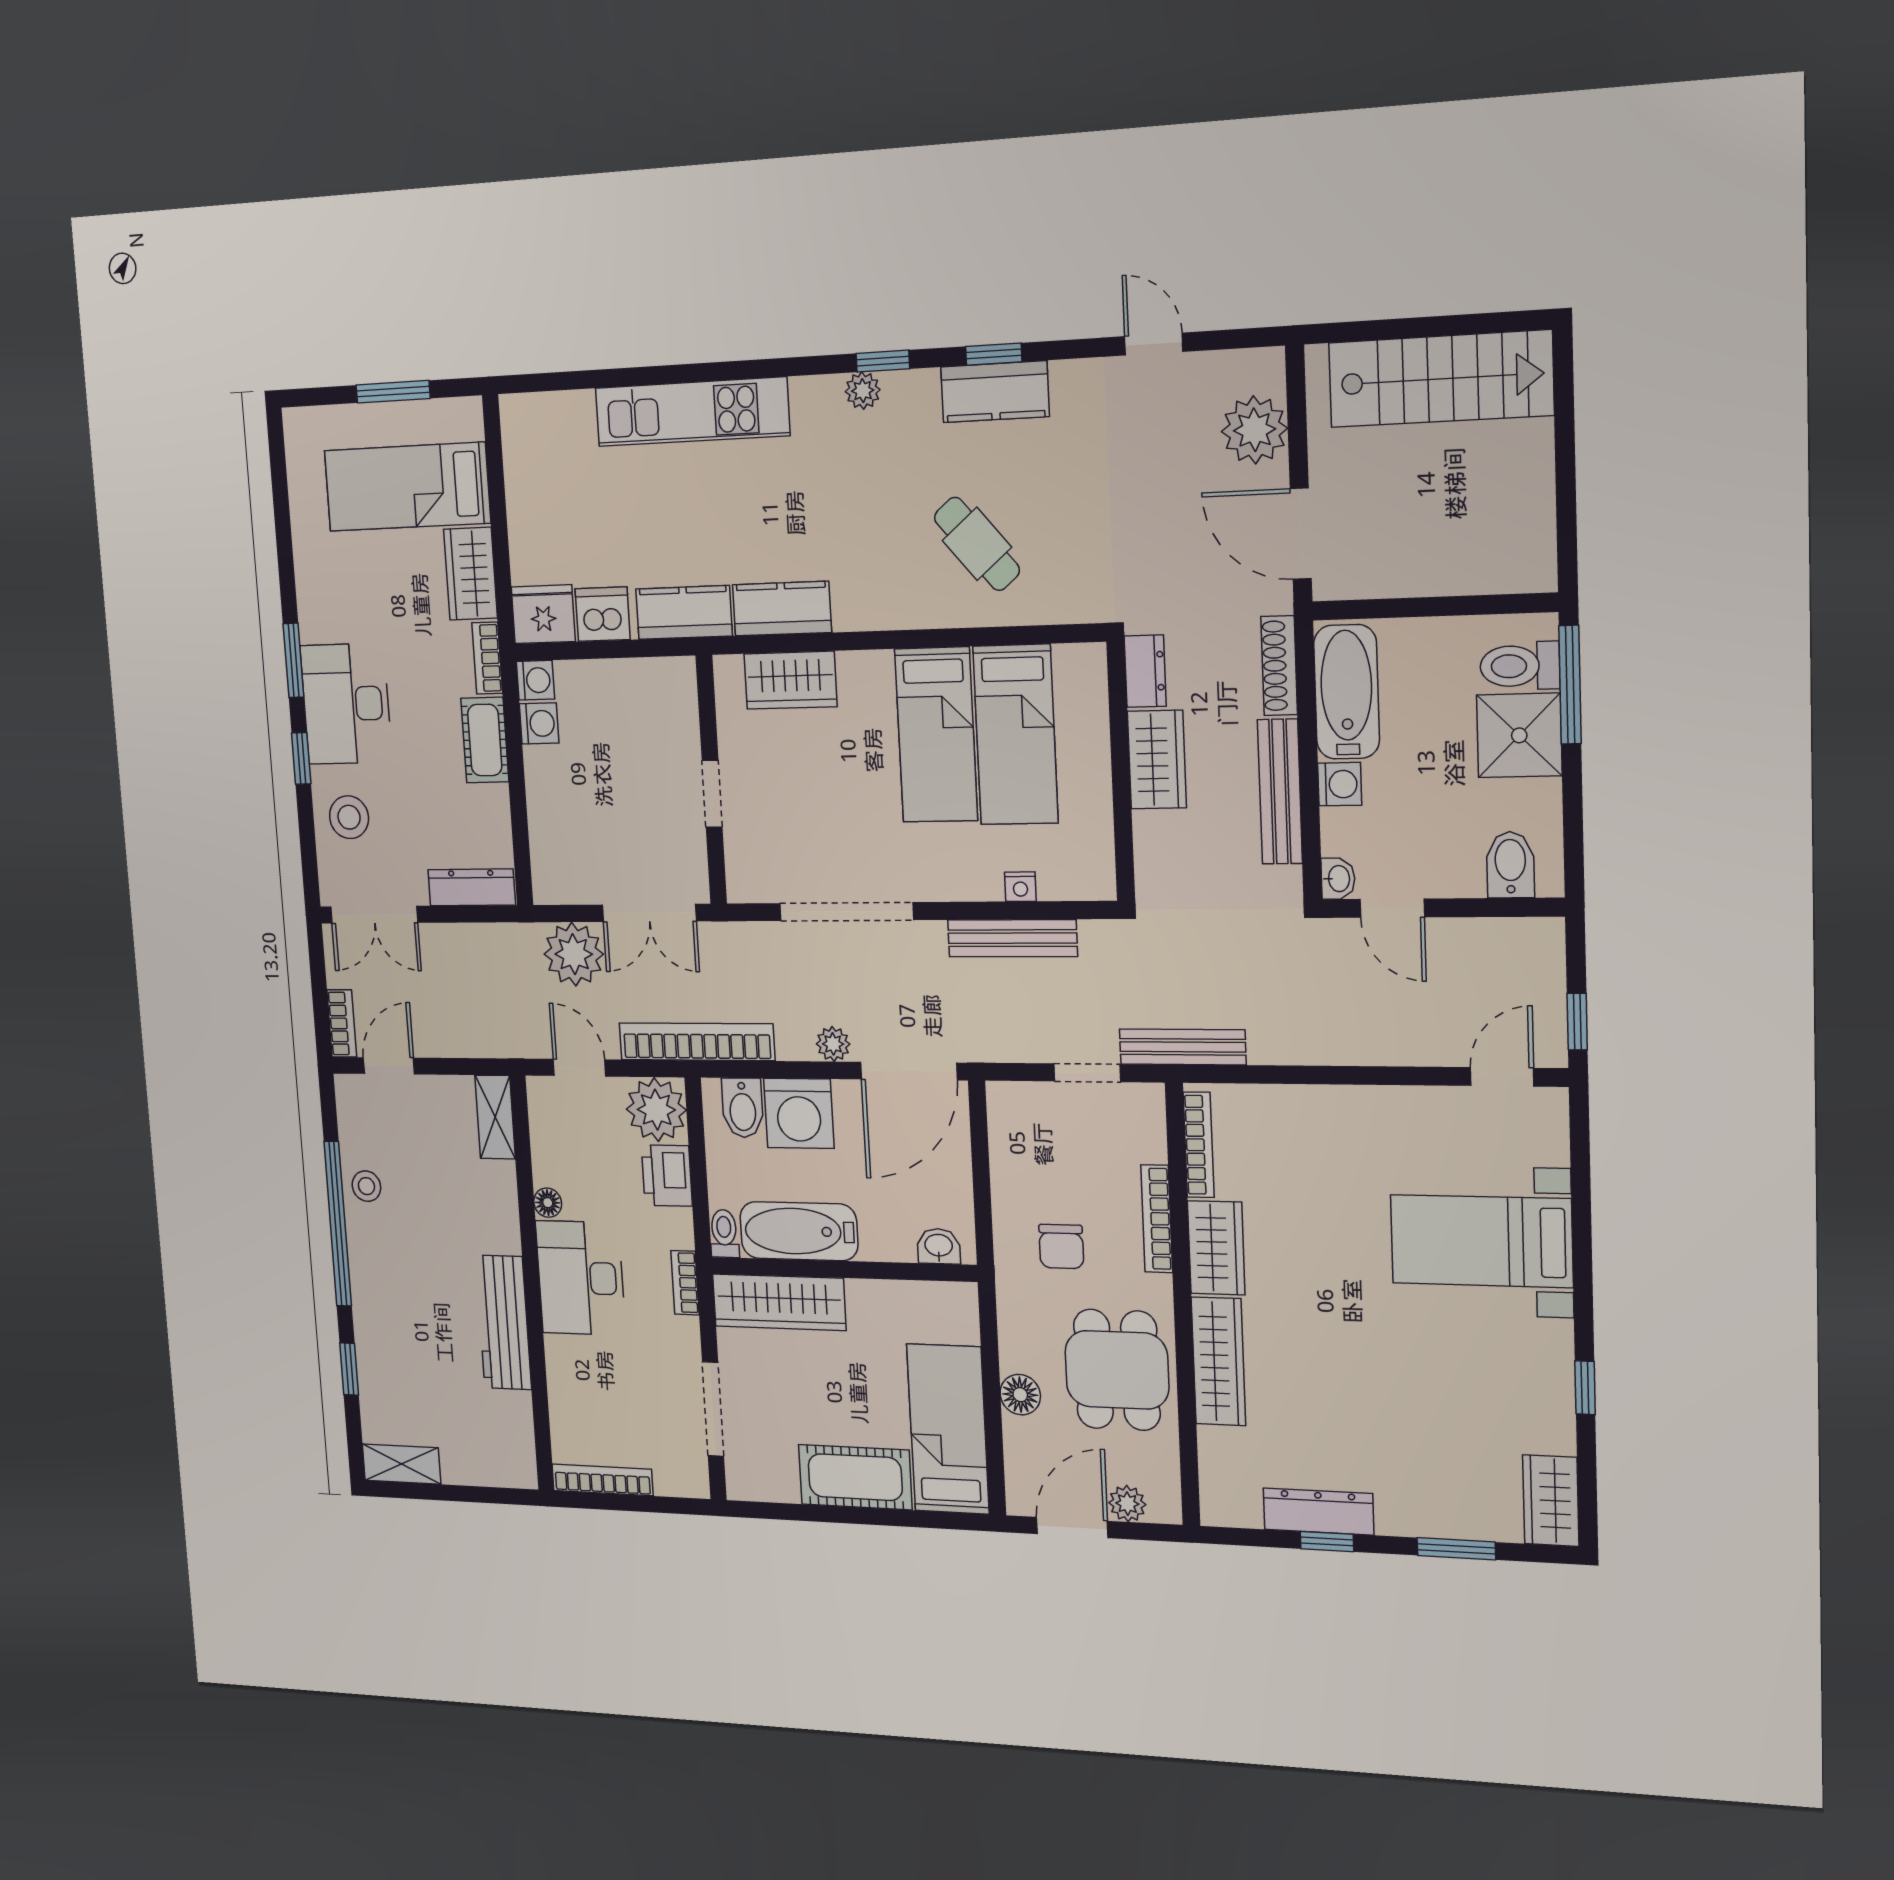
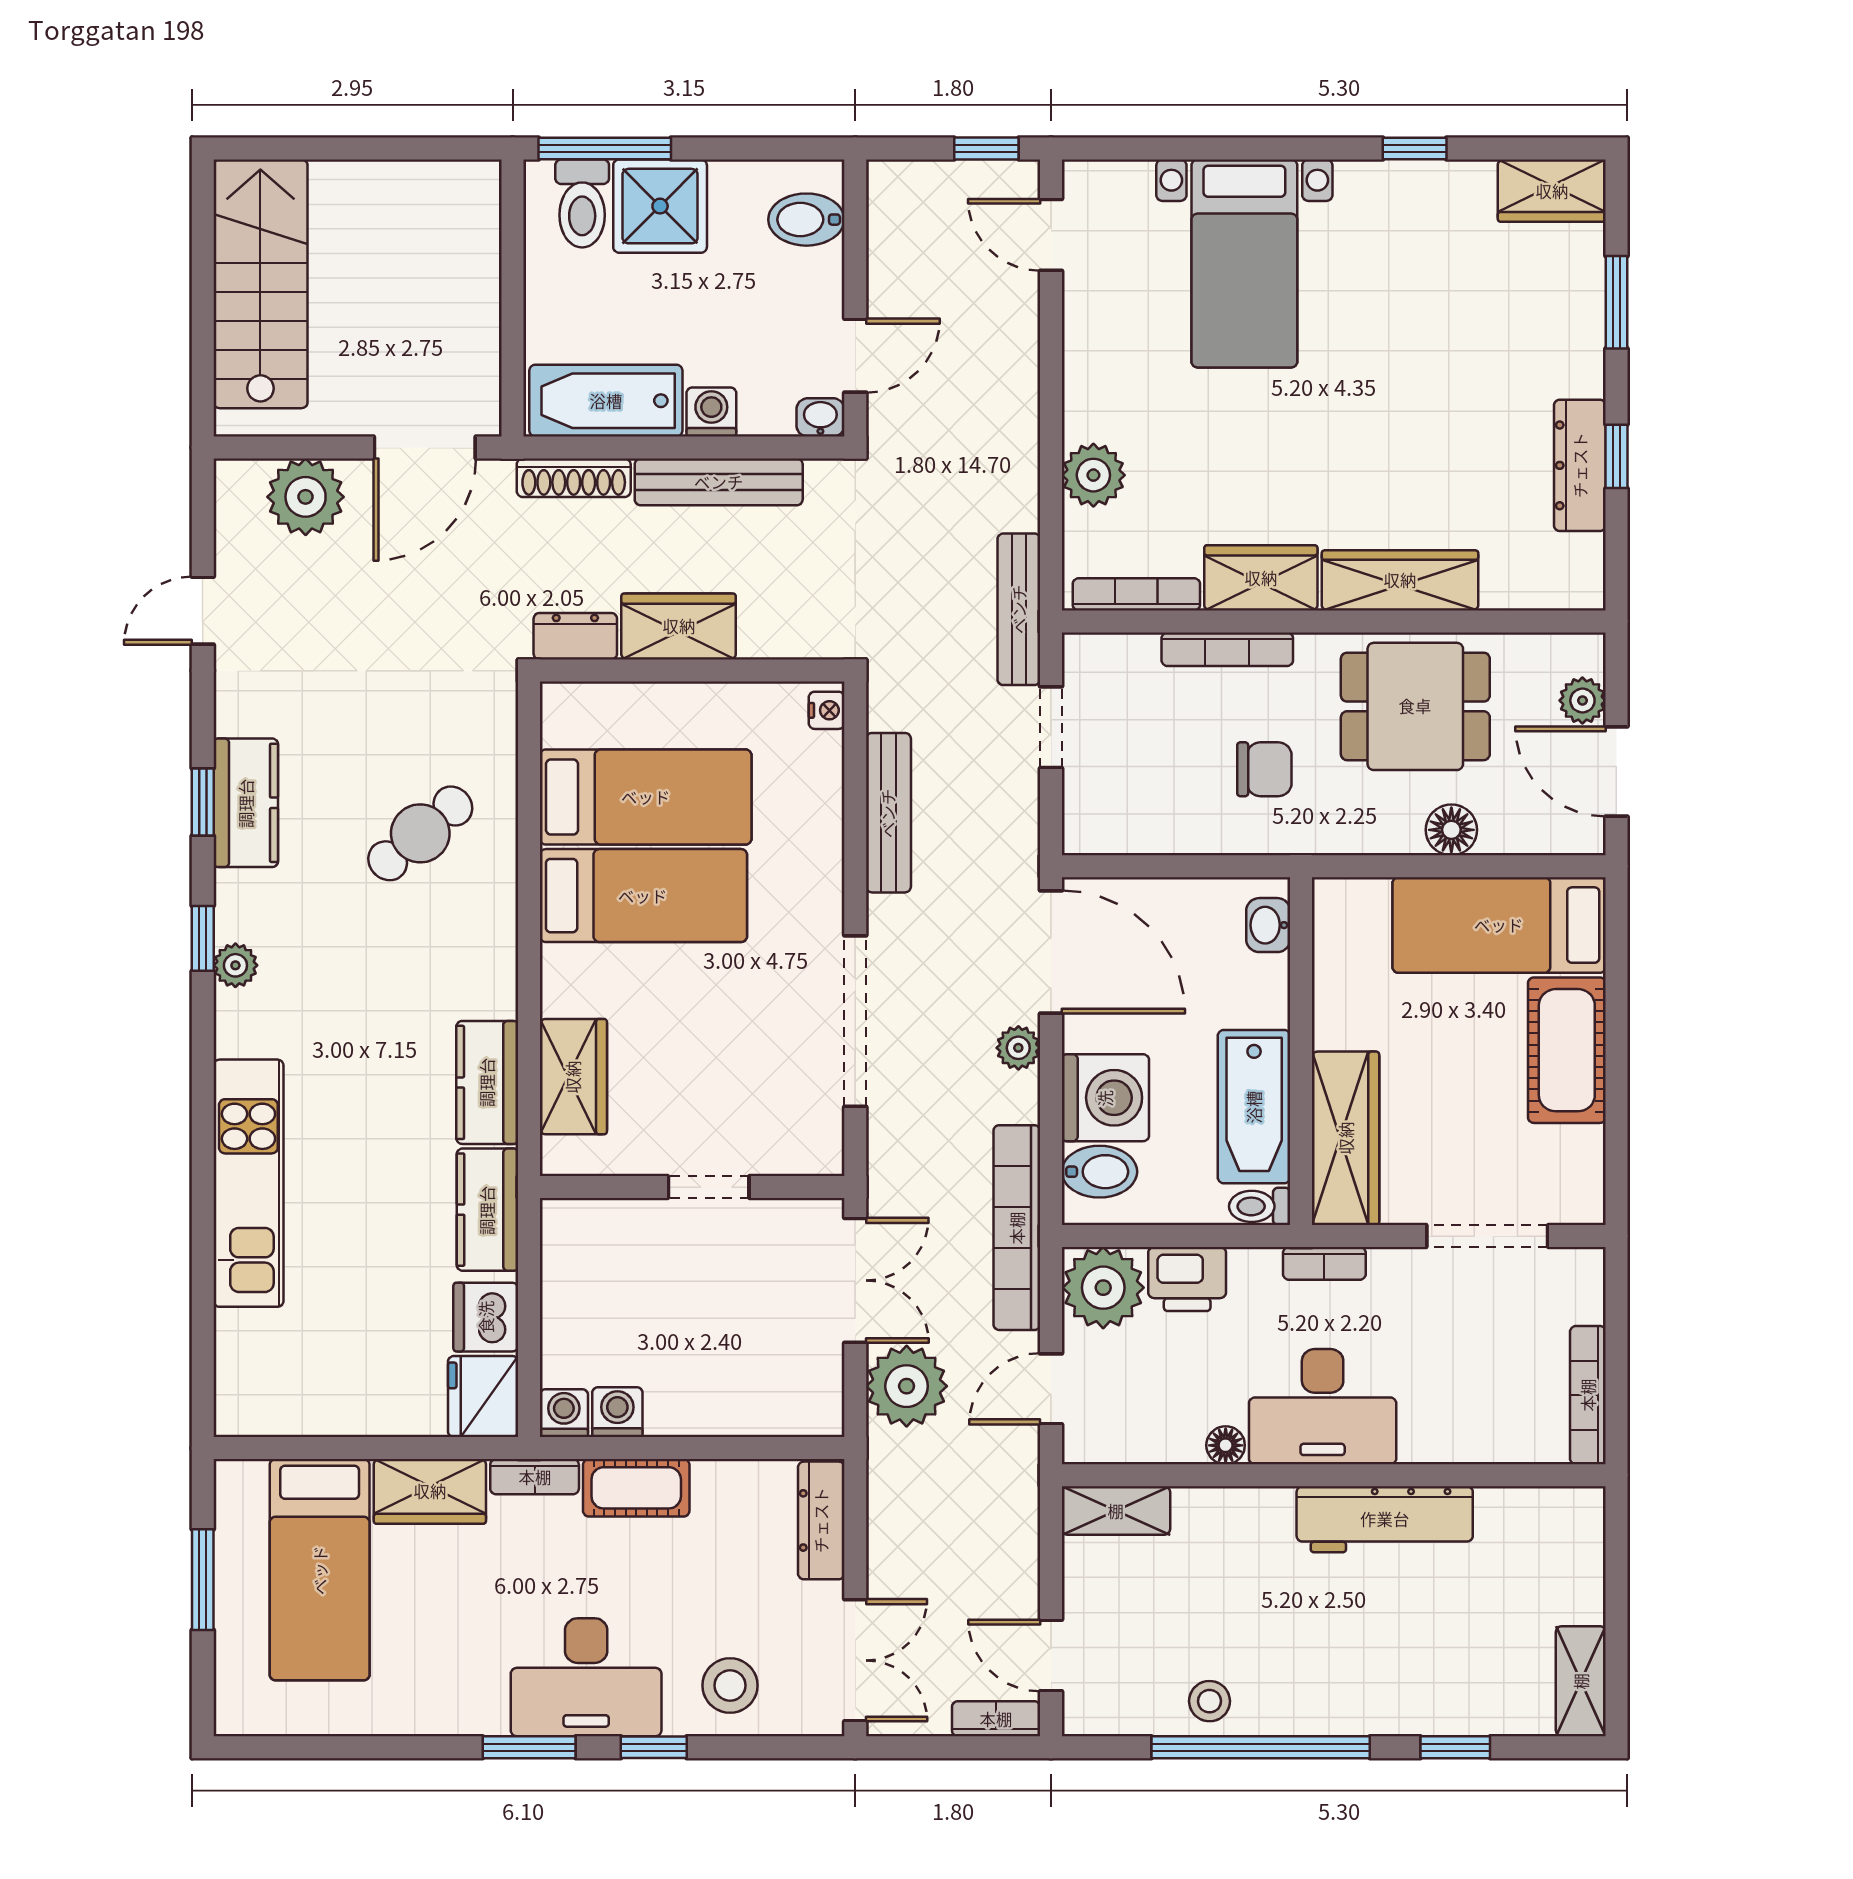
nightstand: (1020, 887) -> (827, 710), moved
plant: (1297, 1110) -> (1093, 475), added

